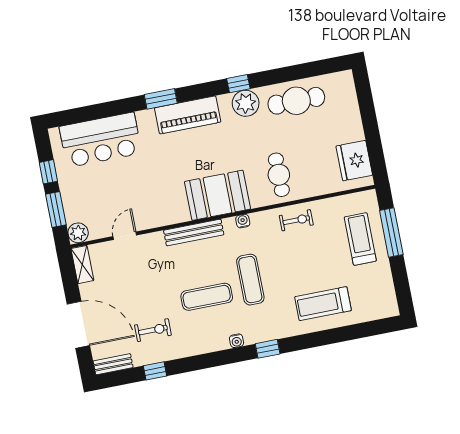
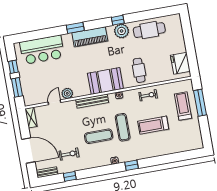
plant: (78, 233) -> (67, 93), moved
treadmill: (323, 304) -> (153, 125), moved

